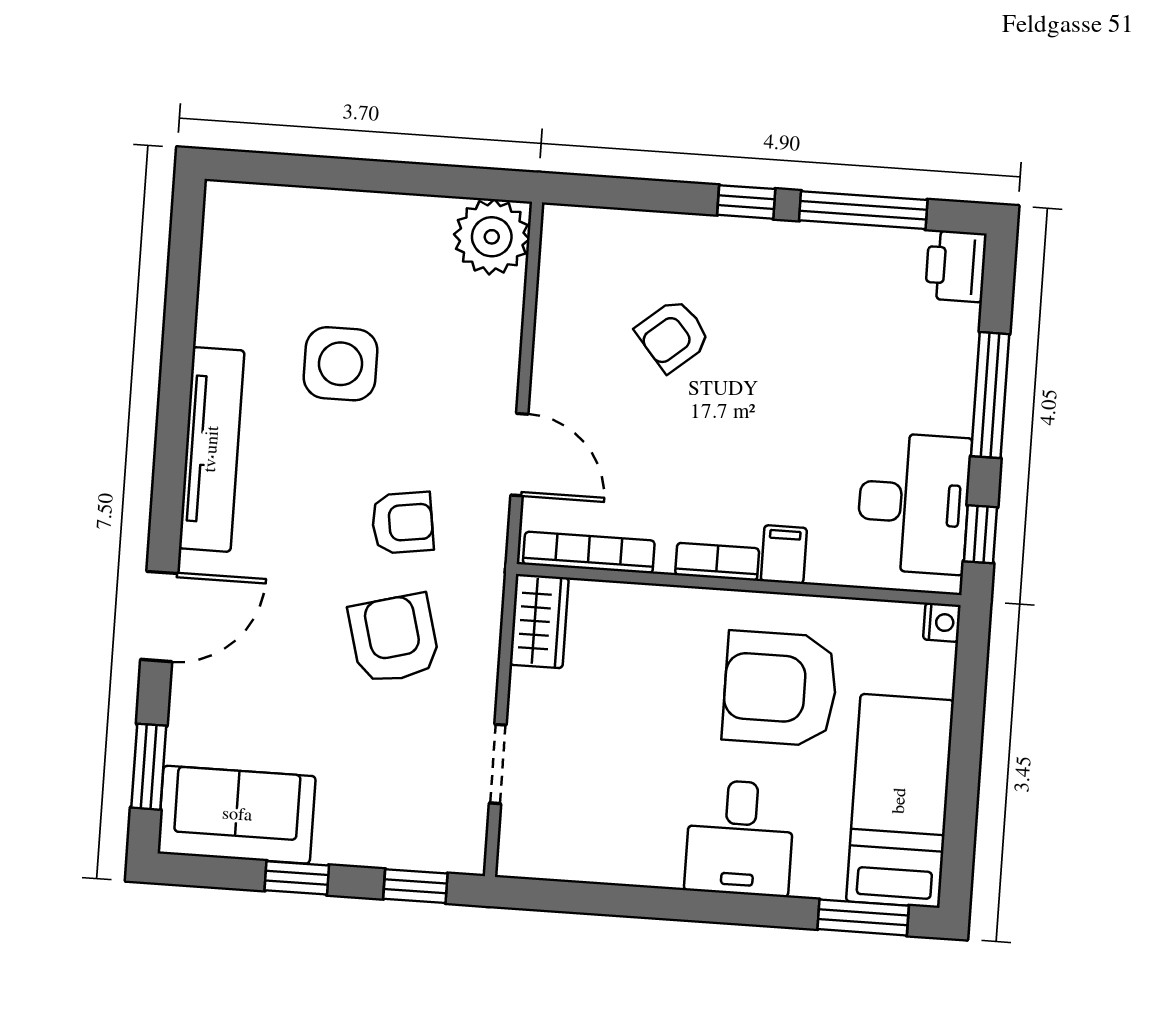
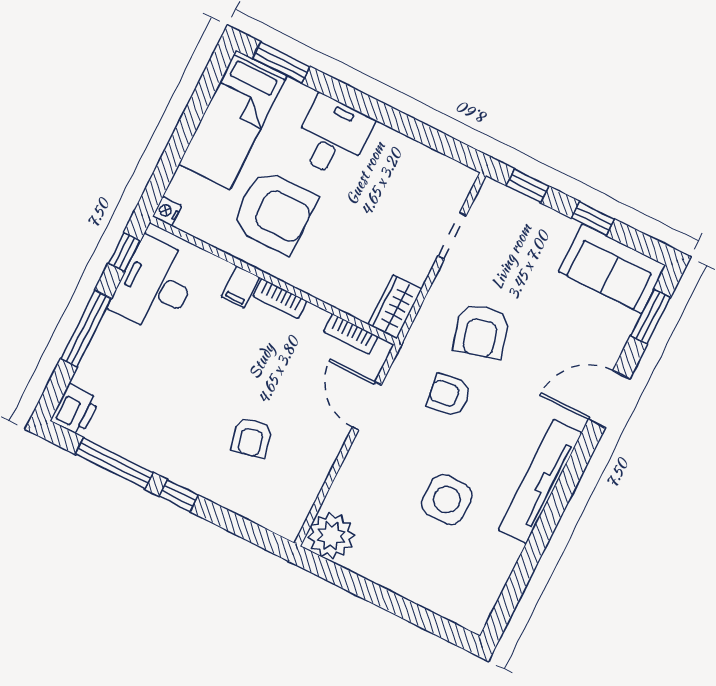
armchair: (673, 335) -> (252, 437), turned 117
bookcase: (589, 553) -> (351, 334), width x0.64

